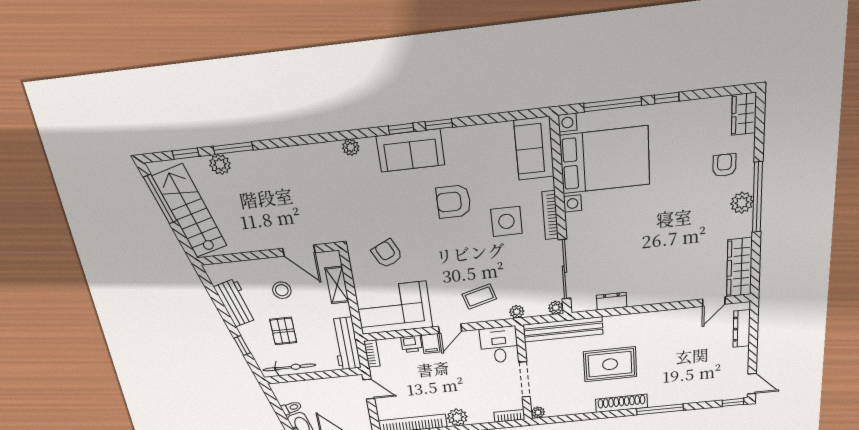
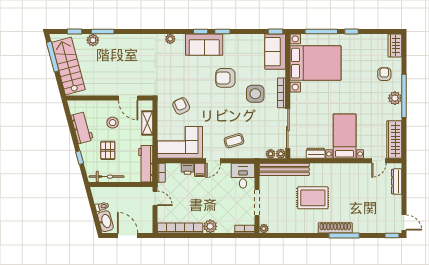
window: (532, 114) -> (276, 32), added
bed with nightstands: (658, 271) -> (345, 136), added
plant: (517, 312) -> (271, 154), moved
shoe rack: (622, 403) -> (335, 228), moved

